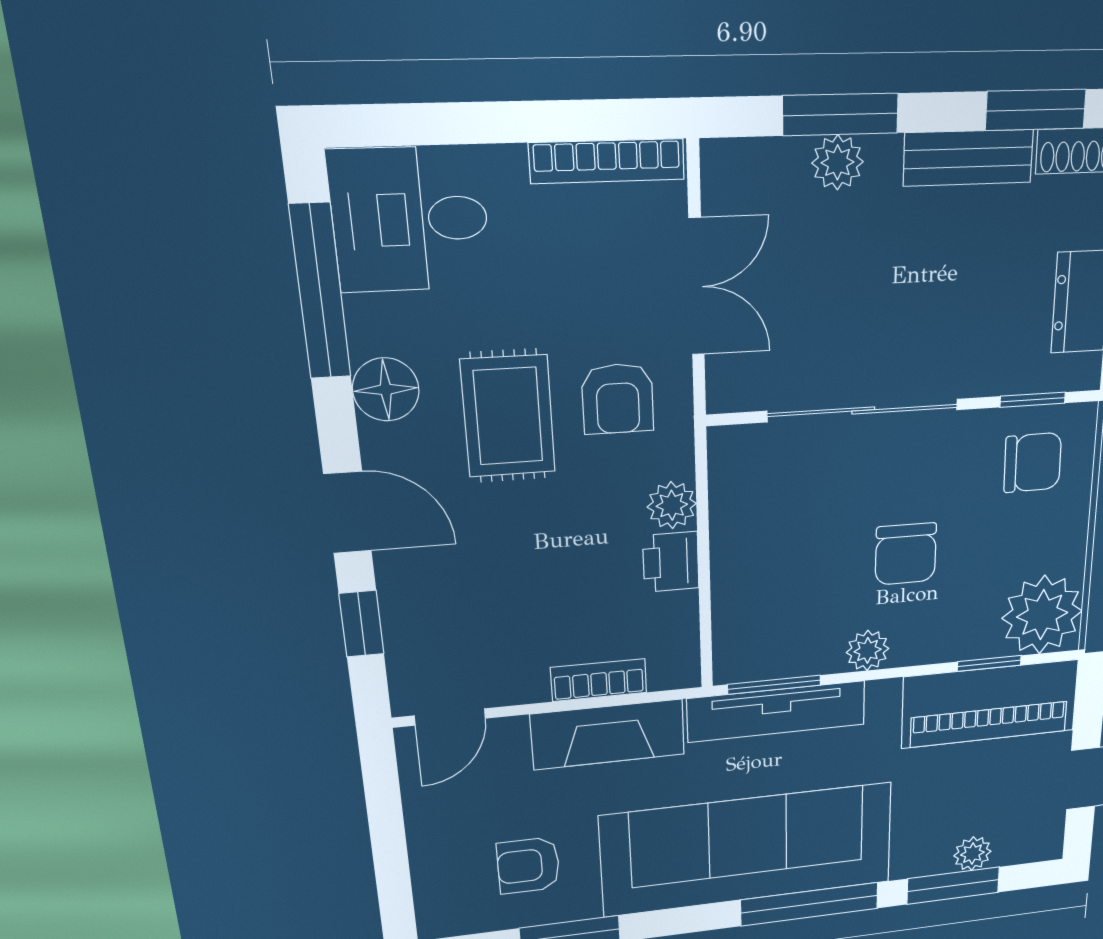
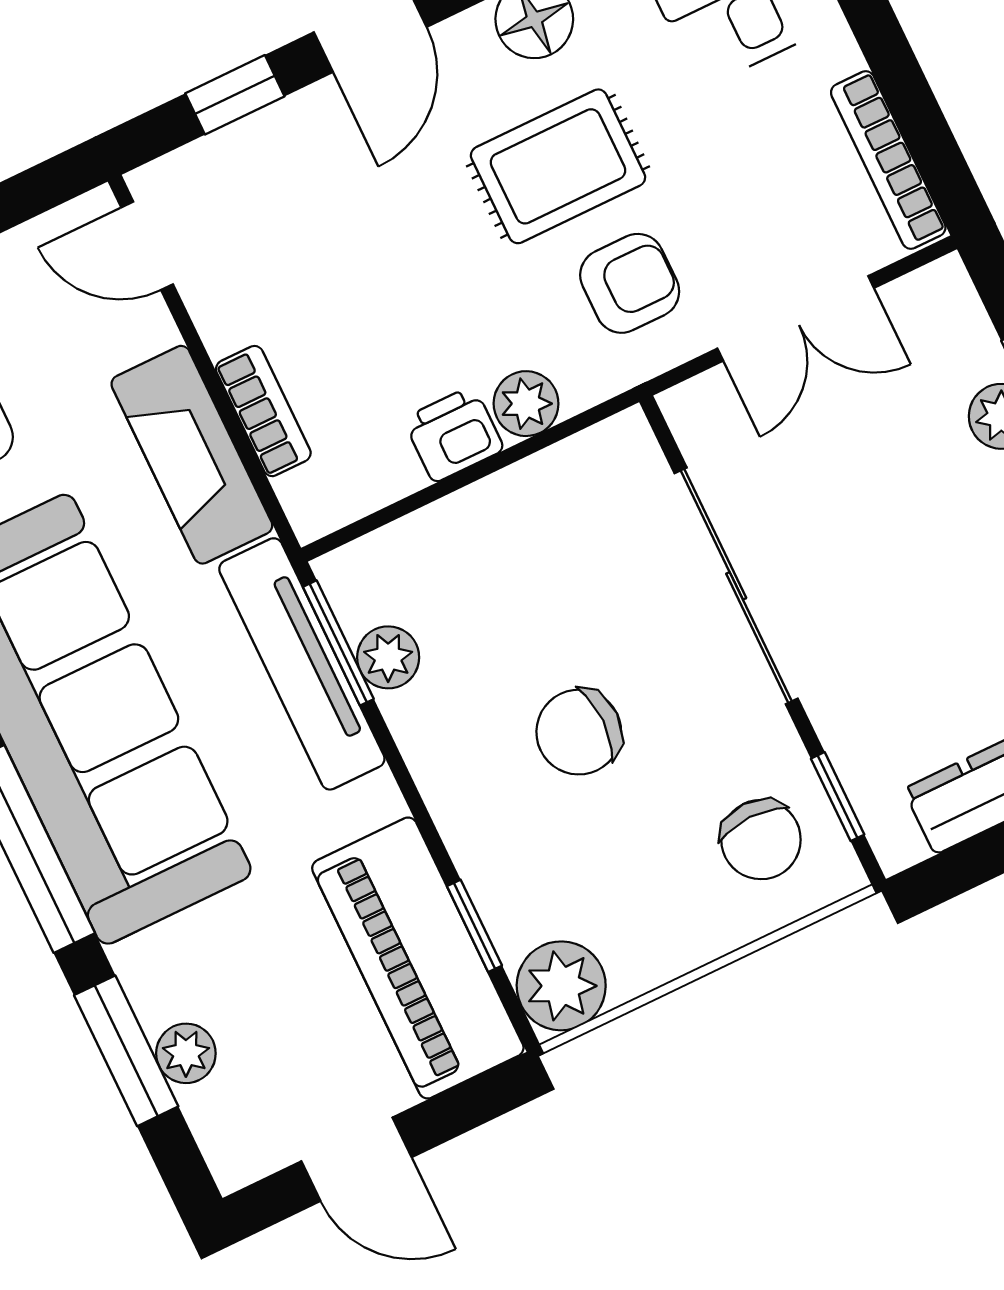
armchair: (618, 399) -> (630, 283), turned 180
plant: (1042, 615) -> (561, 986), width x0.73, depth x0.73
plant: (868, 650) -> (388, 657), moved

